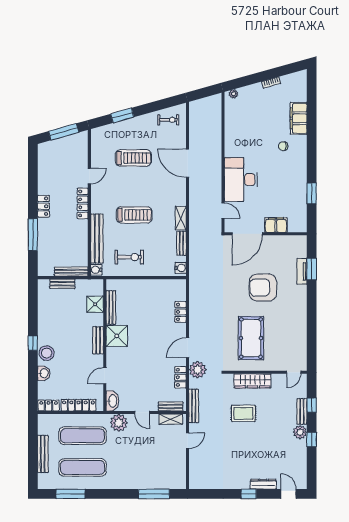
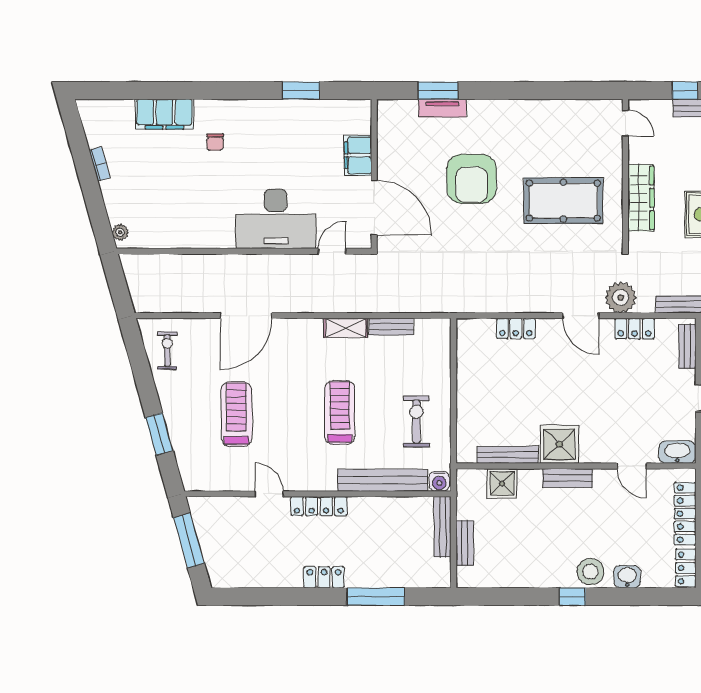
water cooler: (181, 268) -> (436, 328), removed

